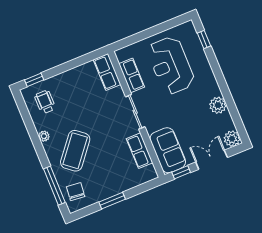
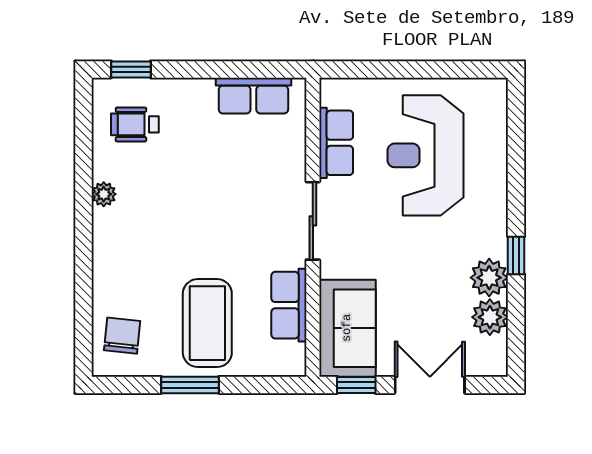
window: (204, 40) -> (516, 255), moved
row of seats: (107, 72) -> (253, 96), moved, turned -90
wheelchair: (45, 102) -> (135, 124), turned -90
plant: (232, 139) -> (490, 317), moved
coffee table: (75, 151) -> (207, 323), moved, turned -39
window: (54, 186) -> (83, 305), removed

